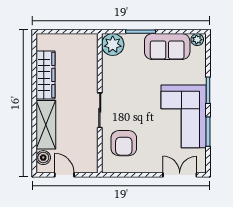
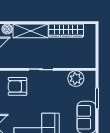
plant: (113, 44) -> (76, 79), moved

